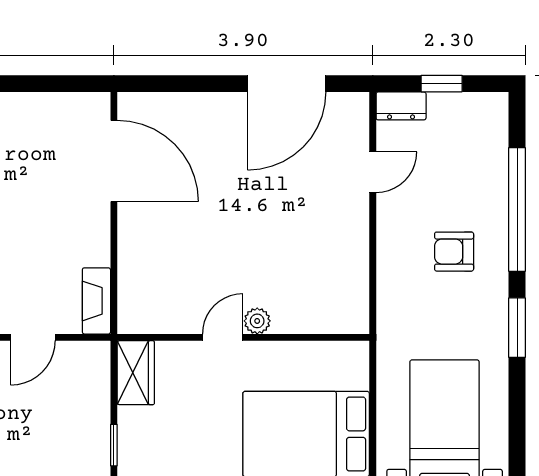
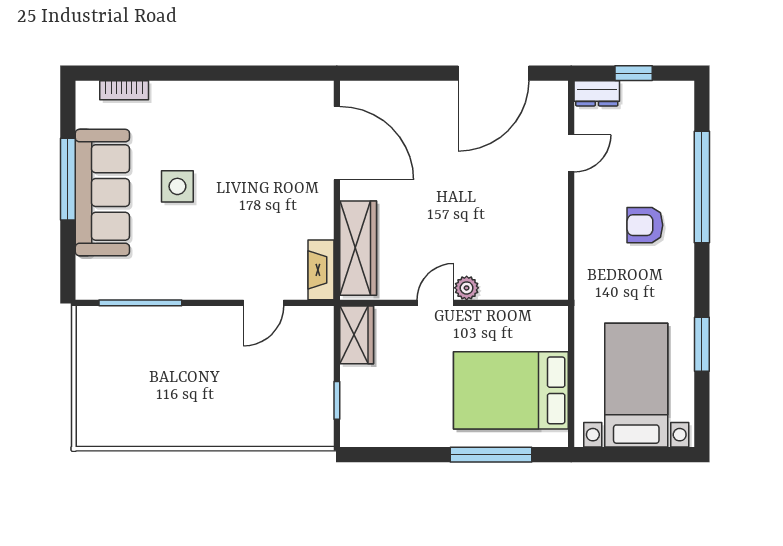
wardrobe: (137, 277) -> (358, 248), added
window: (517, 328) -> (702, 344), moved

